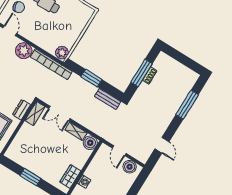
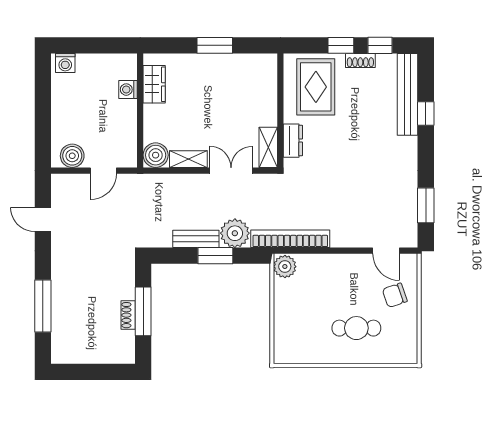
plant: (24, 51) -> (235, 233), moved
bench: (108, 99) -> (196, 239), moved
door: (119, 151) -> (103, 171), swing flipped

